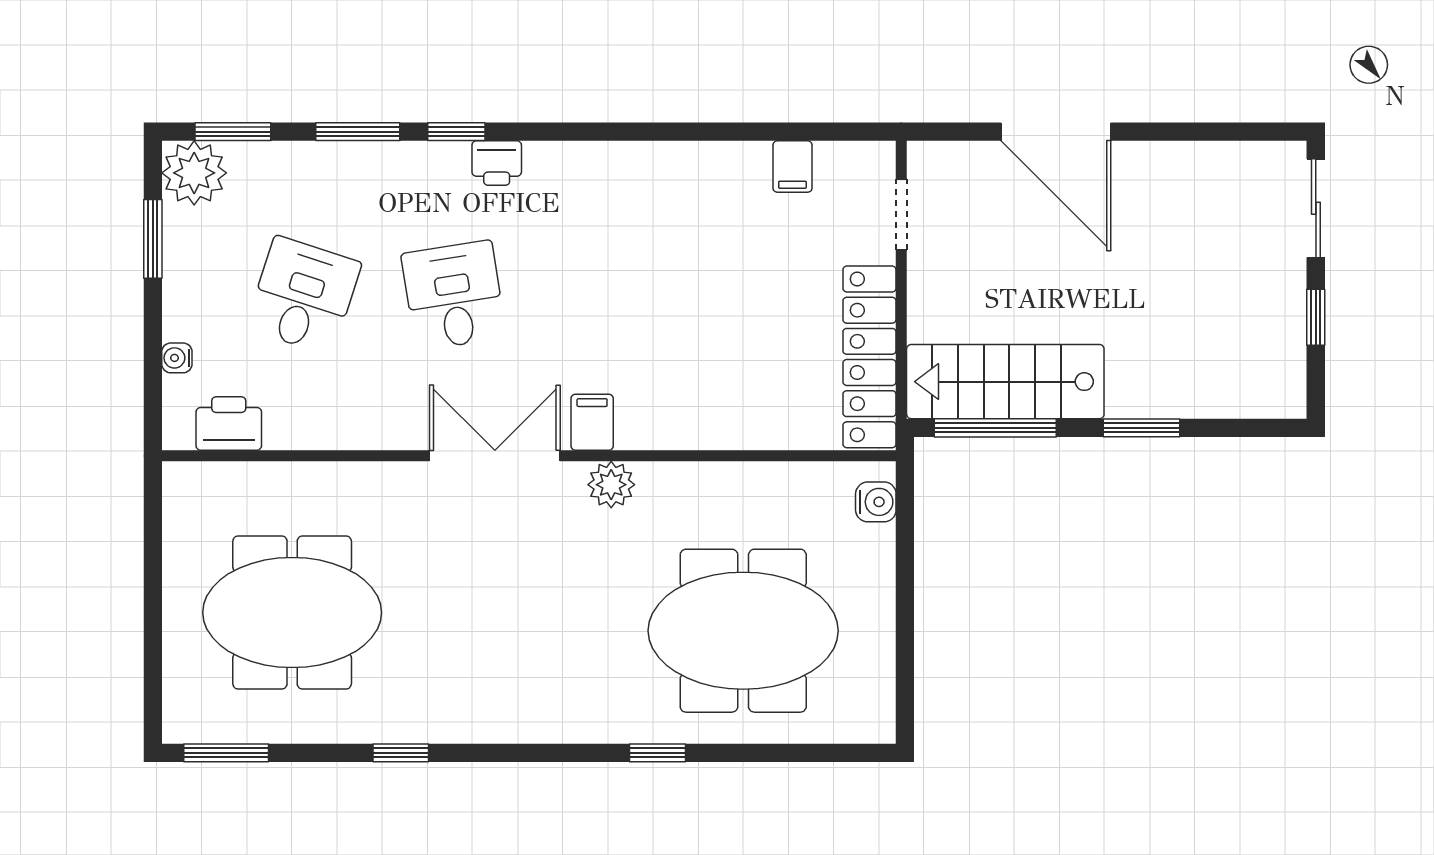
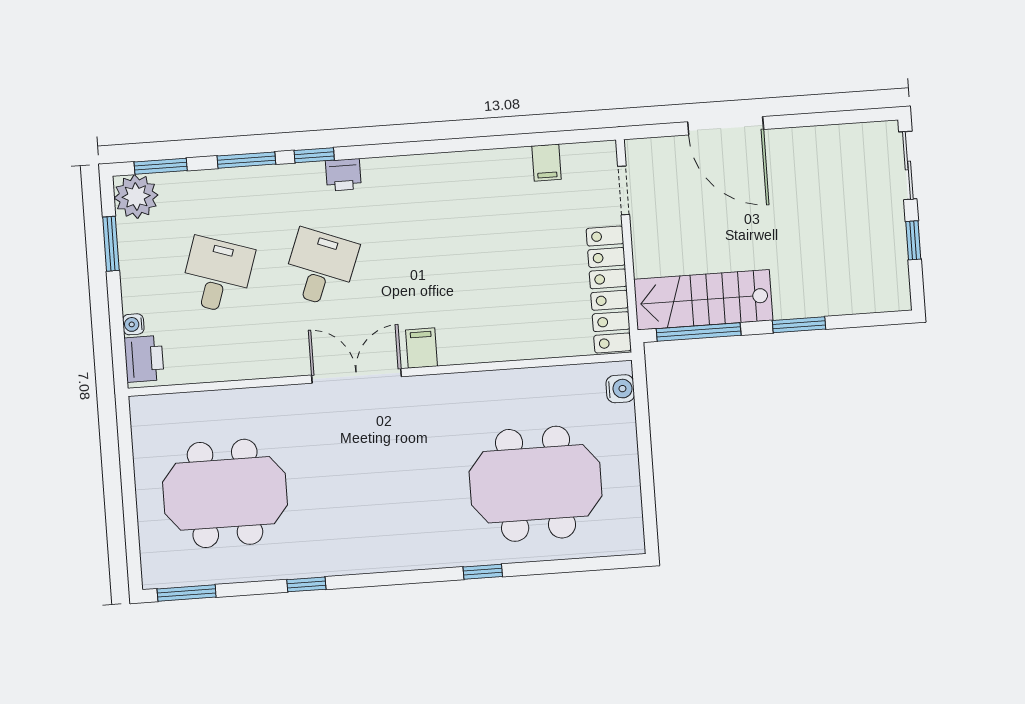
desk: (454, 296) -> (320, 268), turned 30
printer: (229, 423) -> (144, 359), moved, turned 90
plant: (611, 485) -> (438, 390), removed

